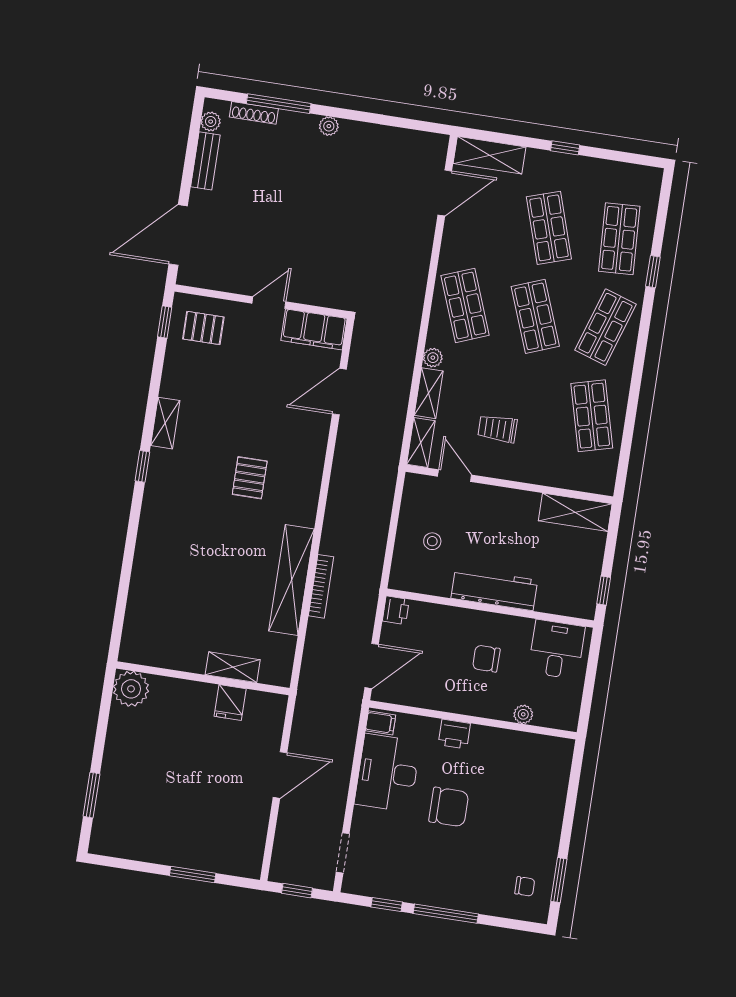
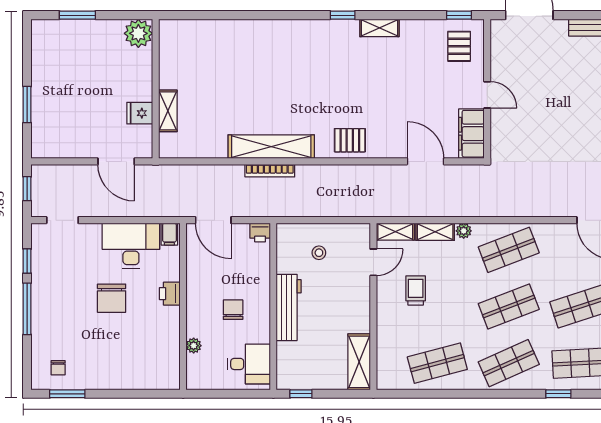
shop shelf: (605, 327) -> (509, 363), turned -42
pallet: (250, 478) -> (350, 140), moved
shelving: (233, 667) -> (168, 111), moved
wall: (203, 678) -> (156, 89), moved
plant: (131, 689) -> (138, 33), moved
fridge: (230, 702) -> (140, 113), moved

